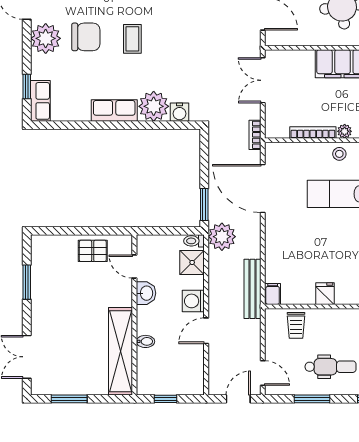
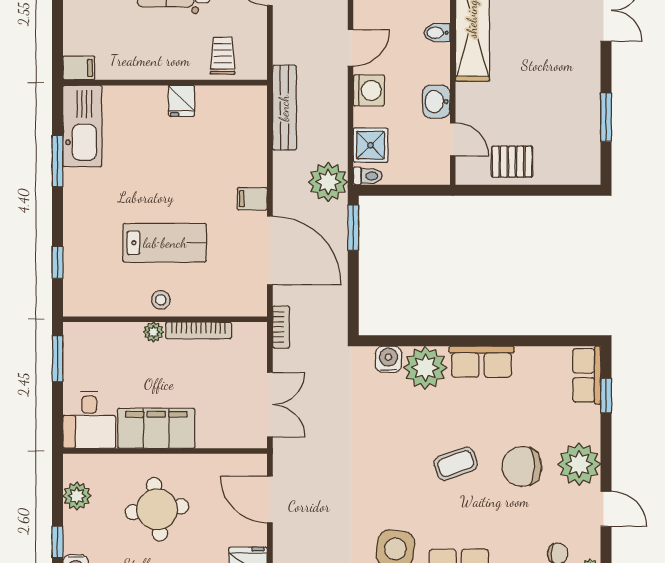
coffee table: (132, 39) -> (456, 464), turned 70
filing cabinet: (273, 294) -> (252, 199), moved, turned 90

